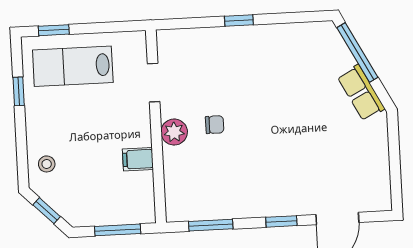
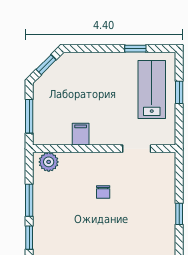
window: (54, 30) -> (179, 92), moved
plant: (174, 132) -> (49, 162), moved
stool: (47, 164) -> (81, 66), removed
window: (211, 225) -> (29, 200), moved

